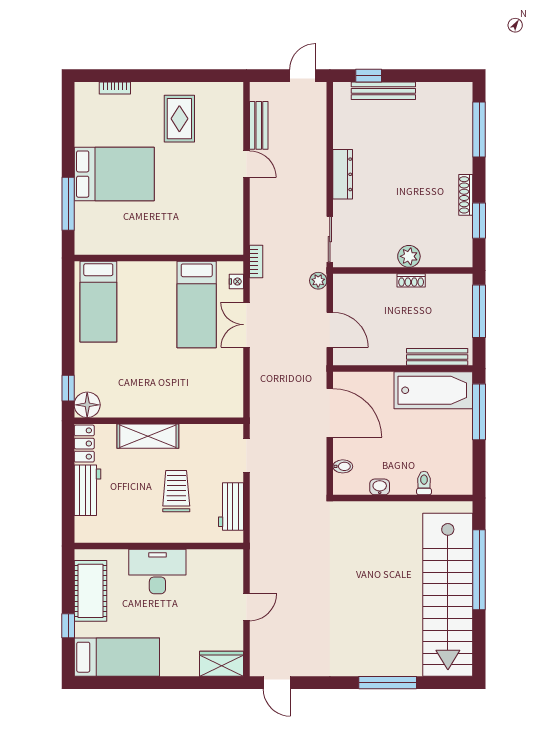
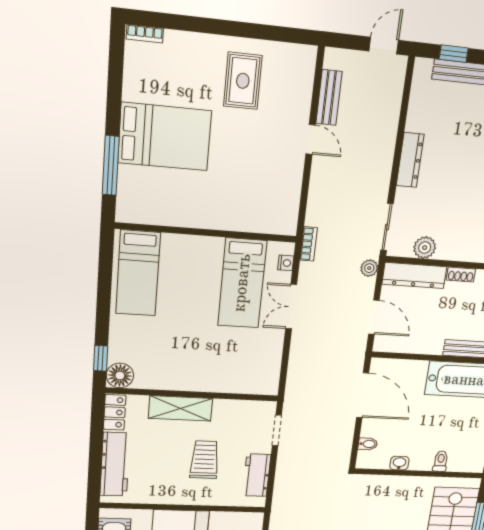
bookcase: (115, 88) -> (145, 34), moved
plant: (409, 256) -> (425, 248), moved
dresser: (364, 285) -> (414, 276), added
workbench: (87, 490) -> (115, 464), width x1.38

